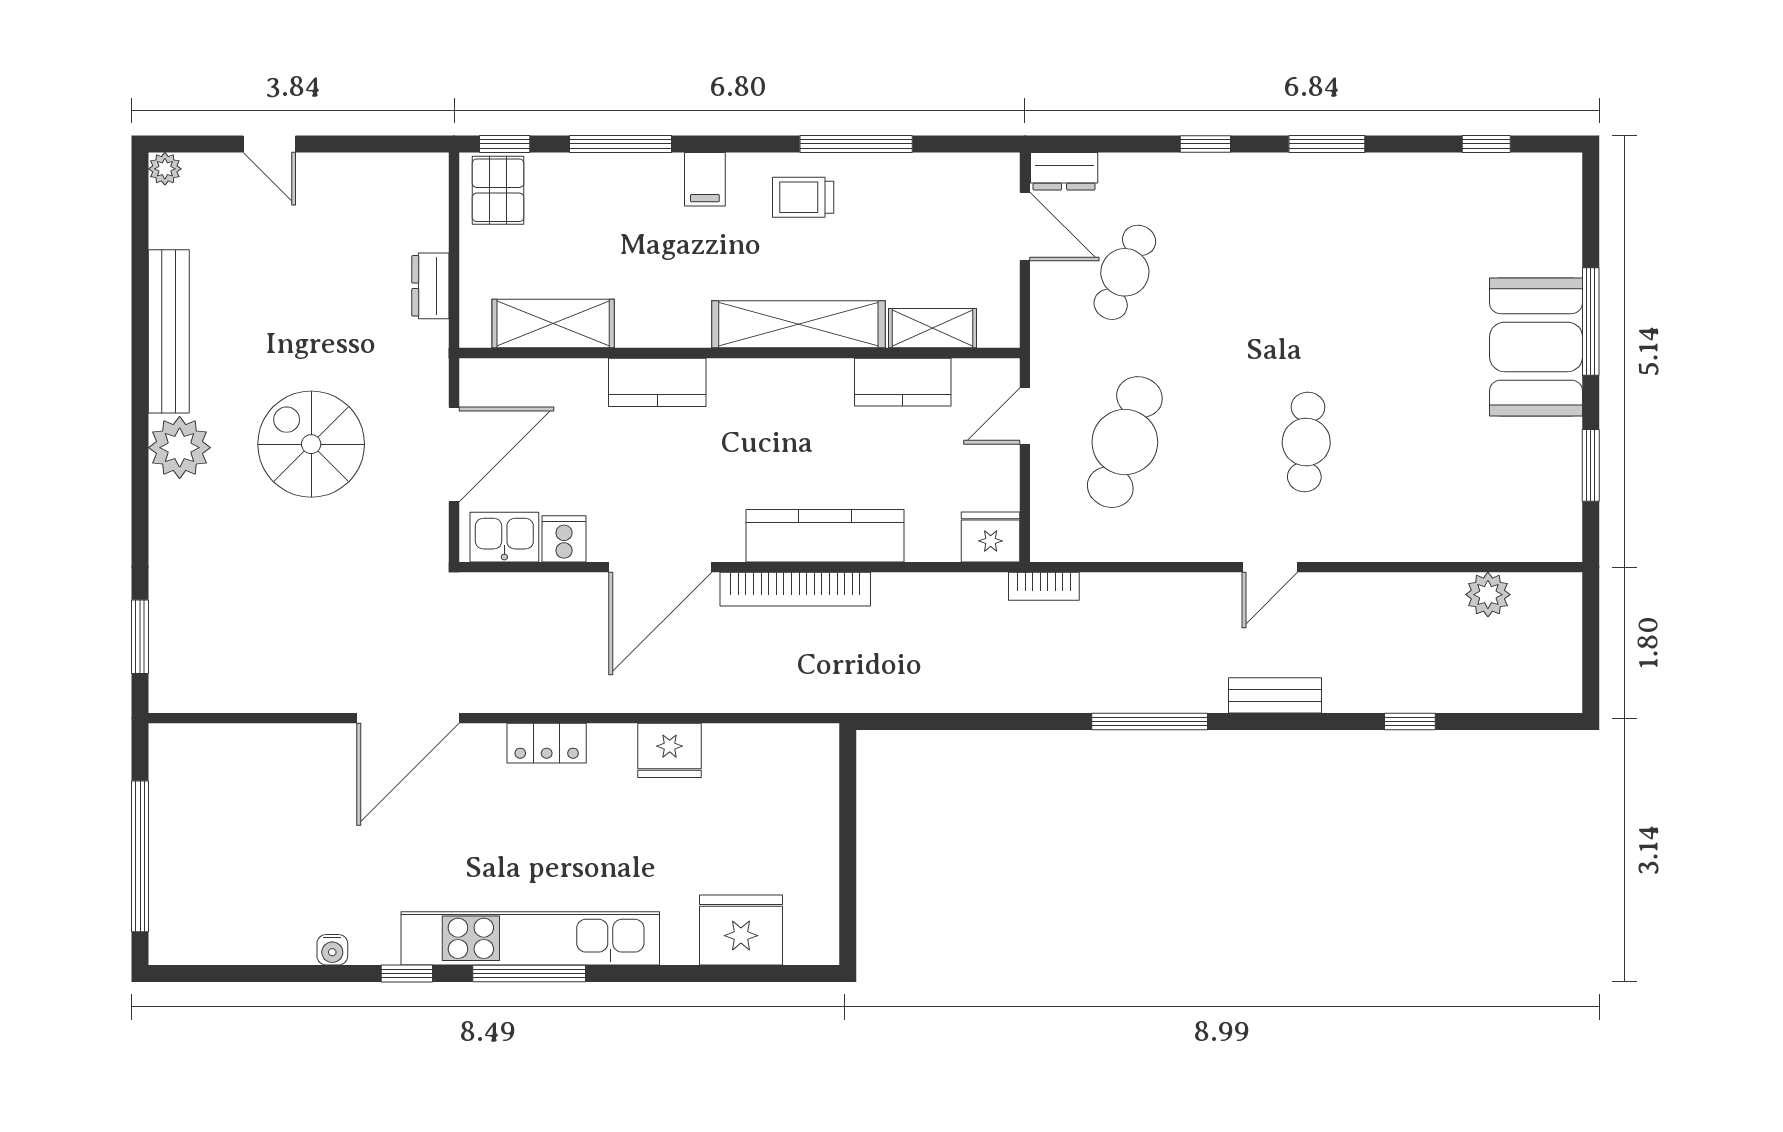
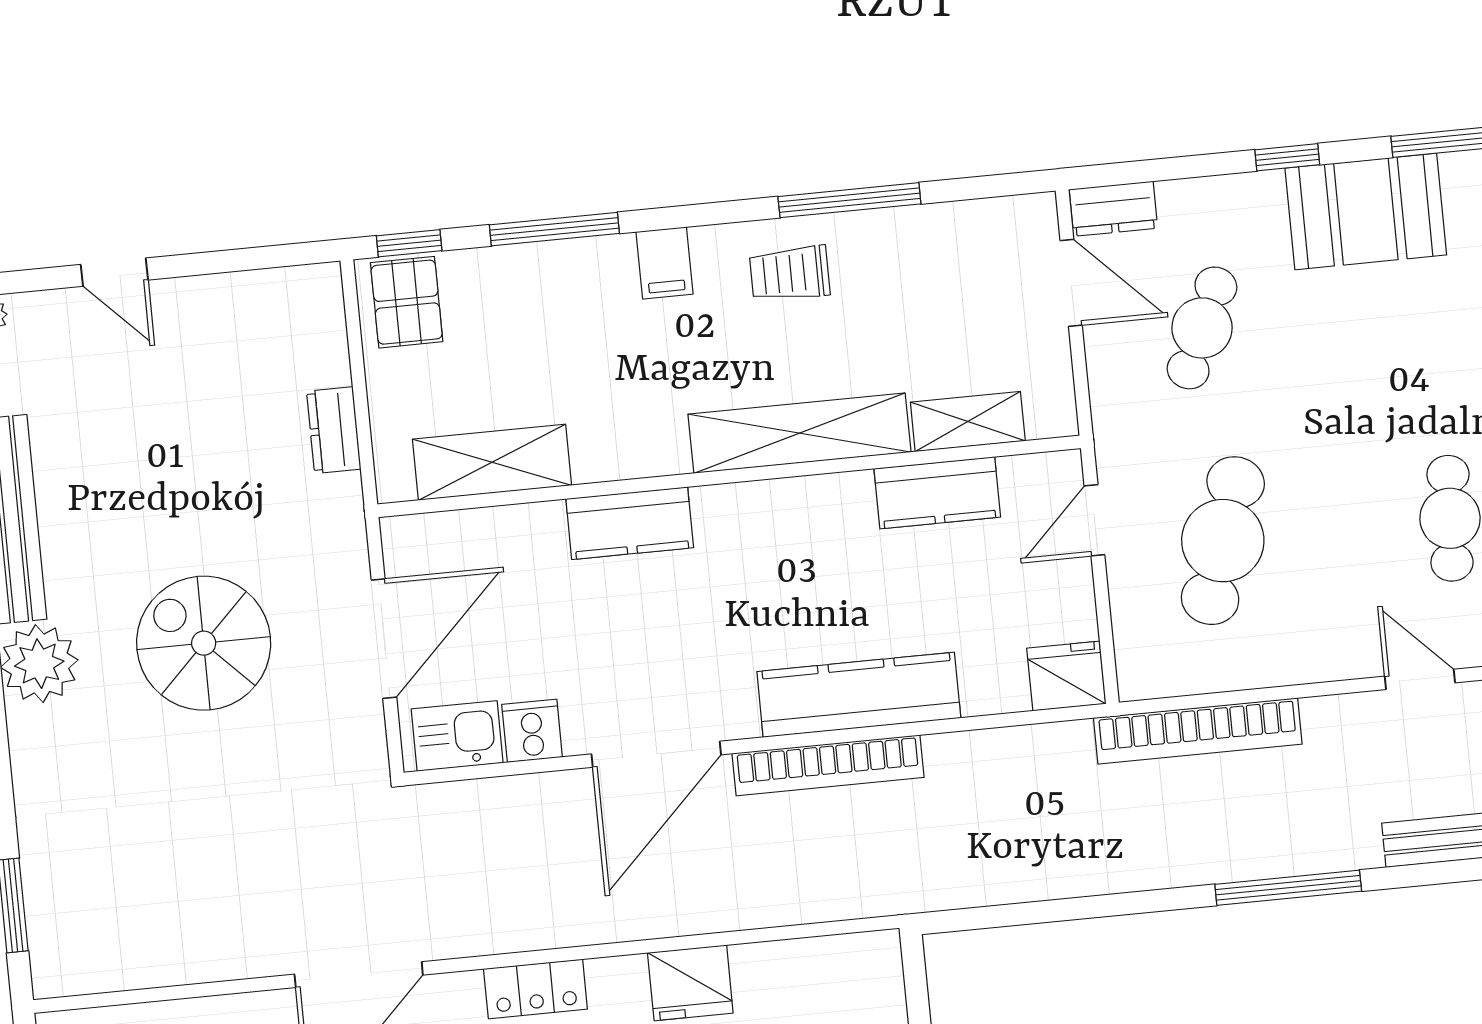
booth: (1263, 193) -> (1366, 212), added
door: (1270, 567) -> (1420, 679), swing flipped
bookcase: (1044, 586) -> (1198, 731), width x2.31, depth x1.31

